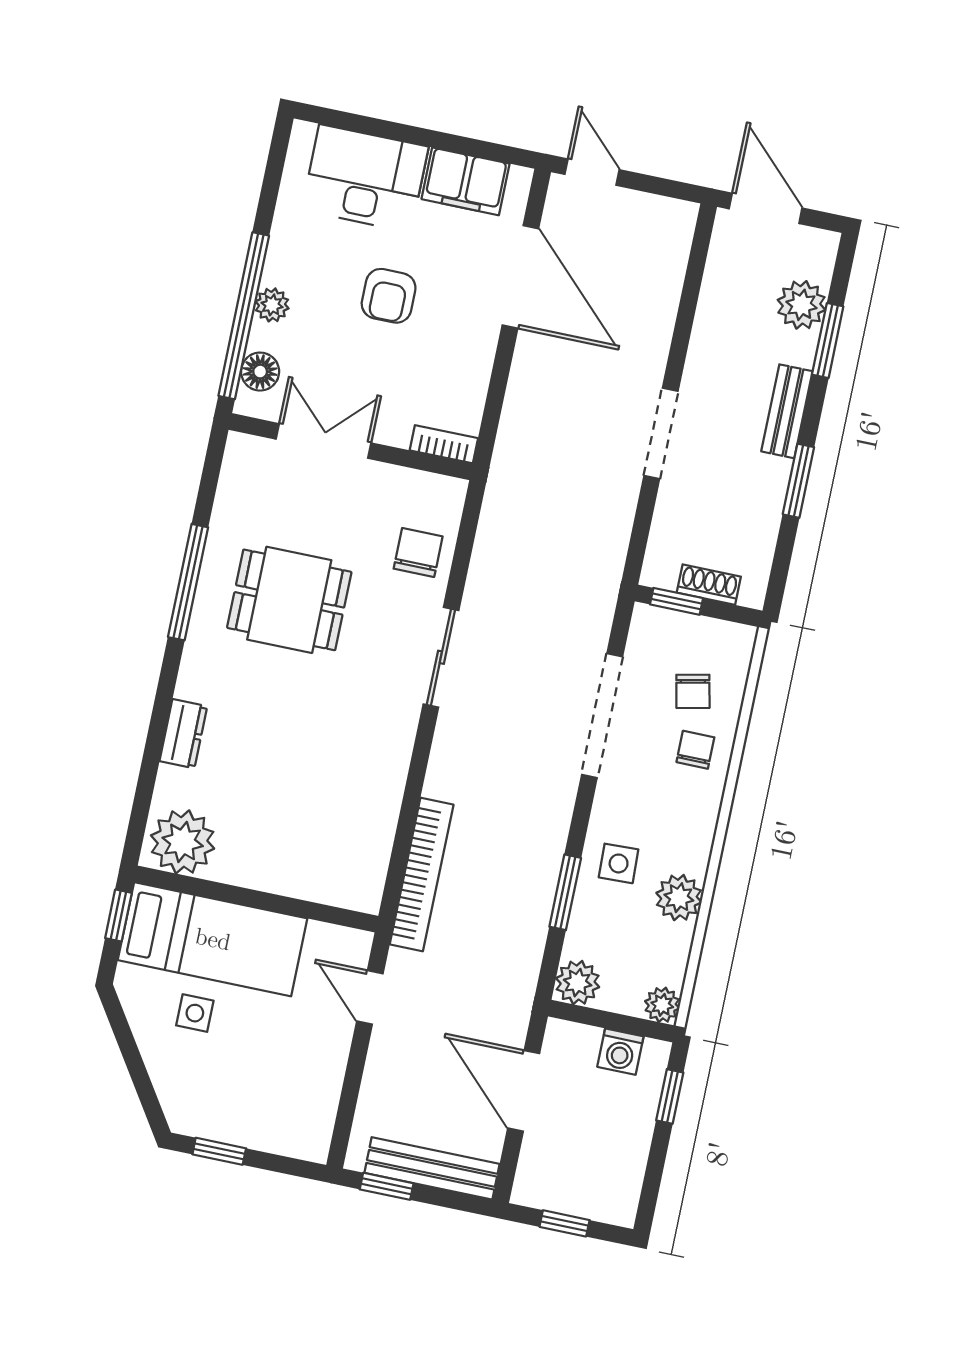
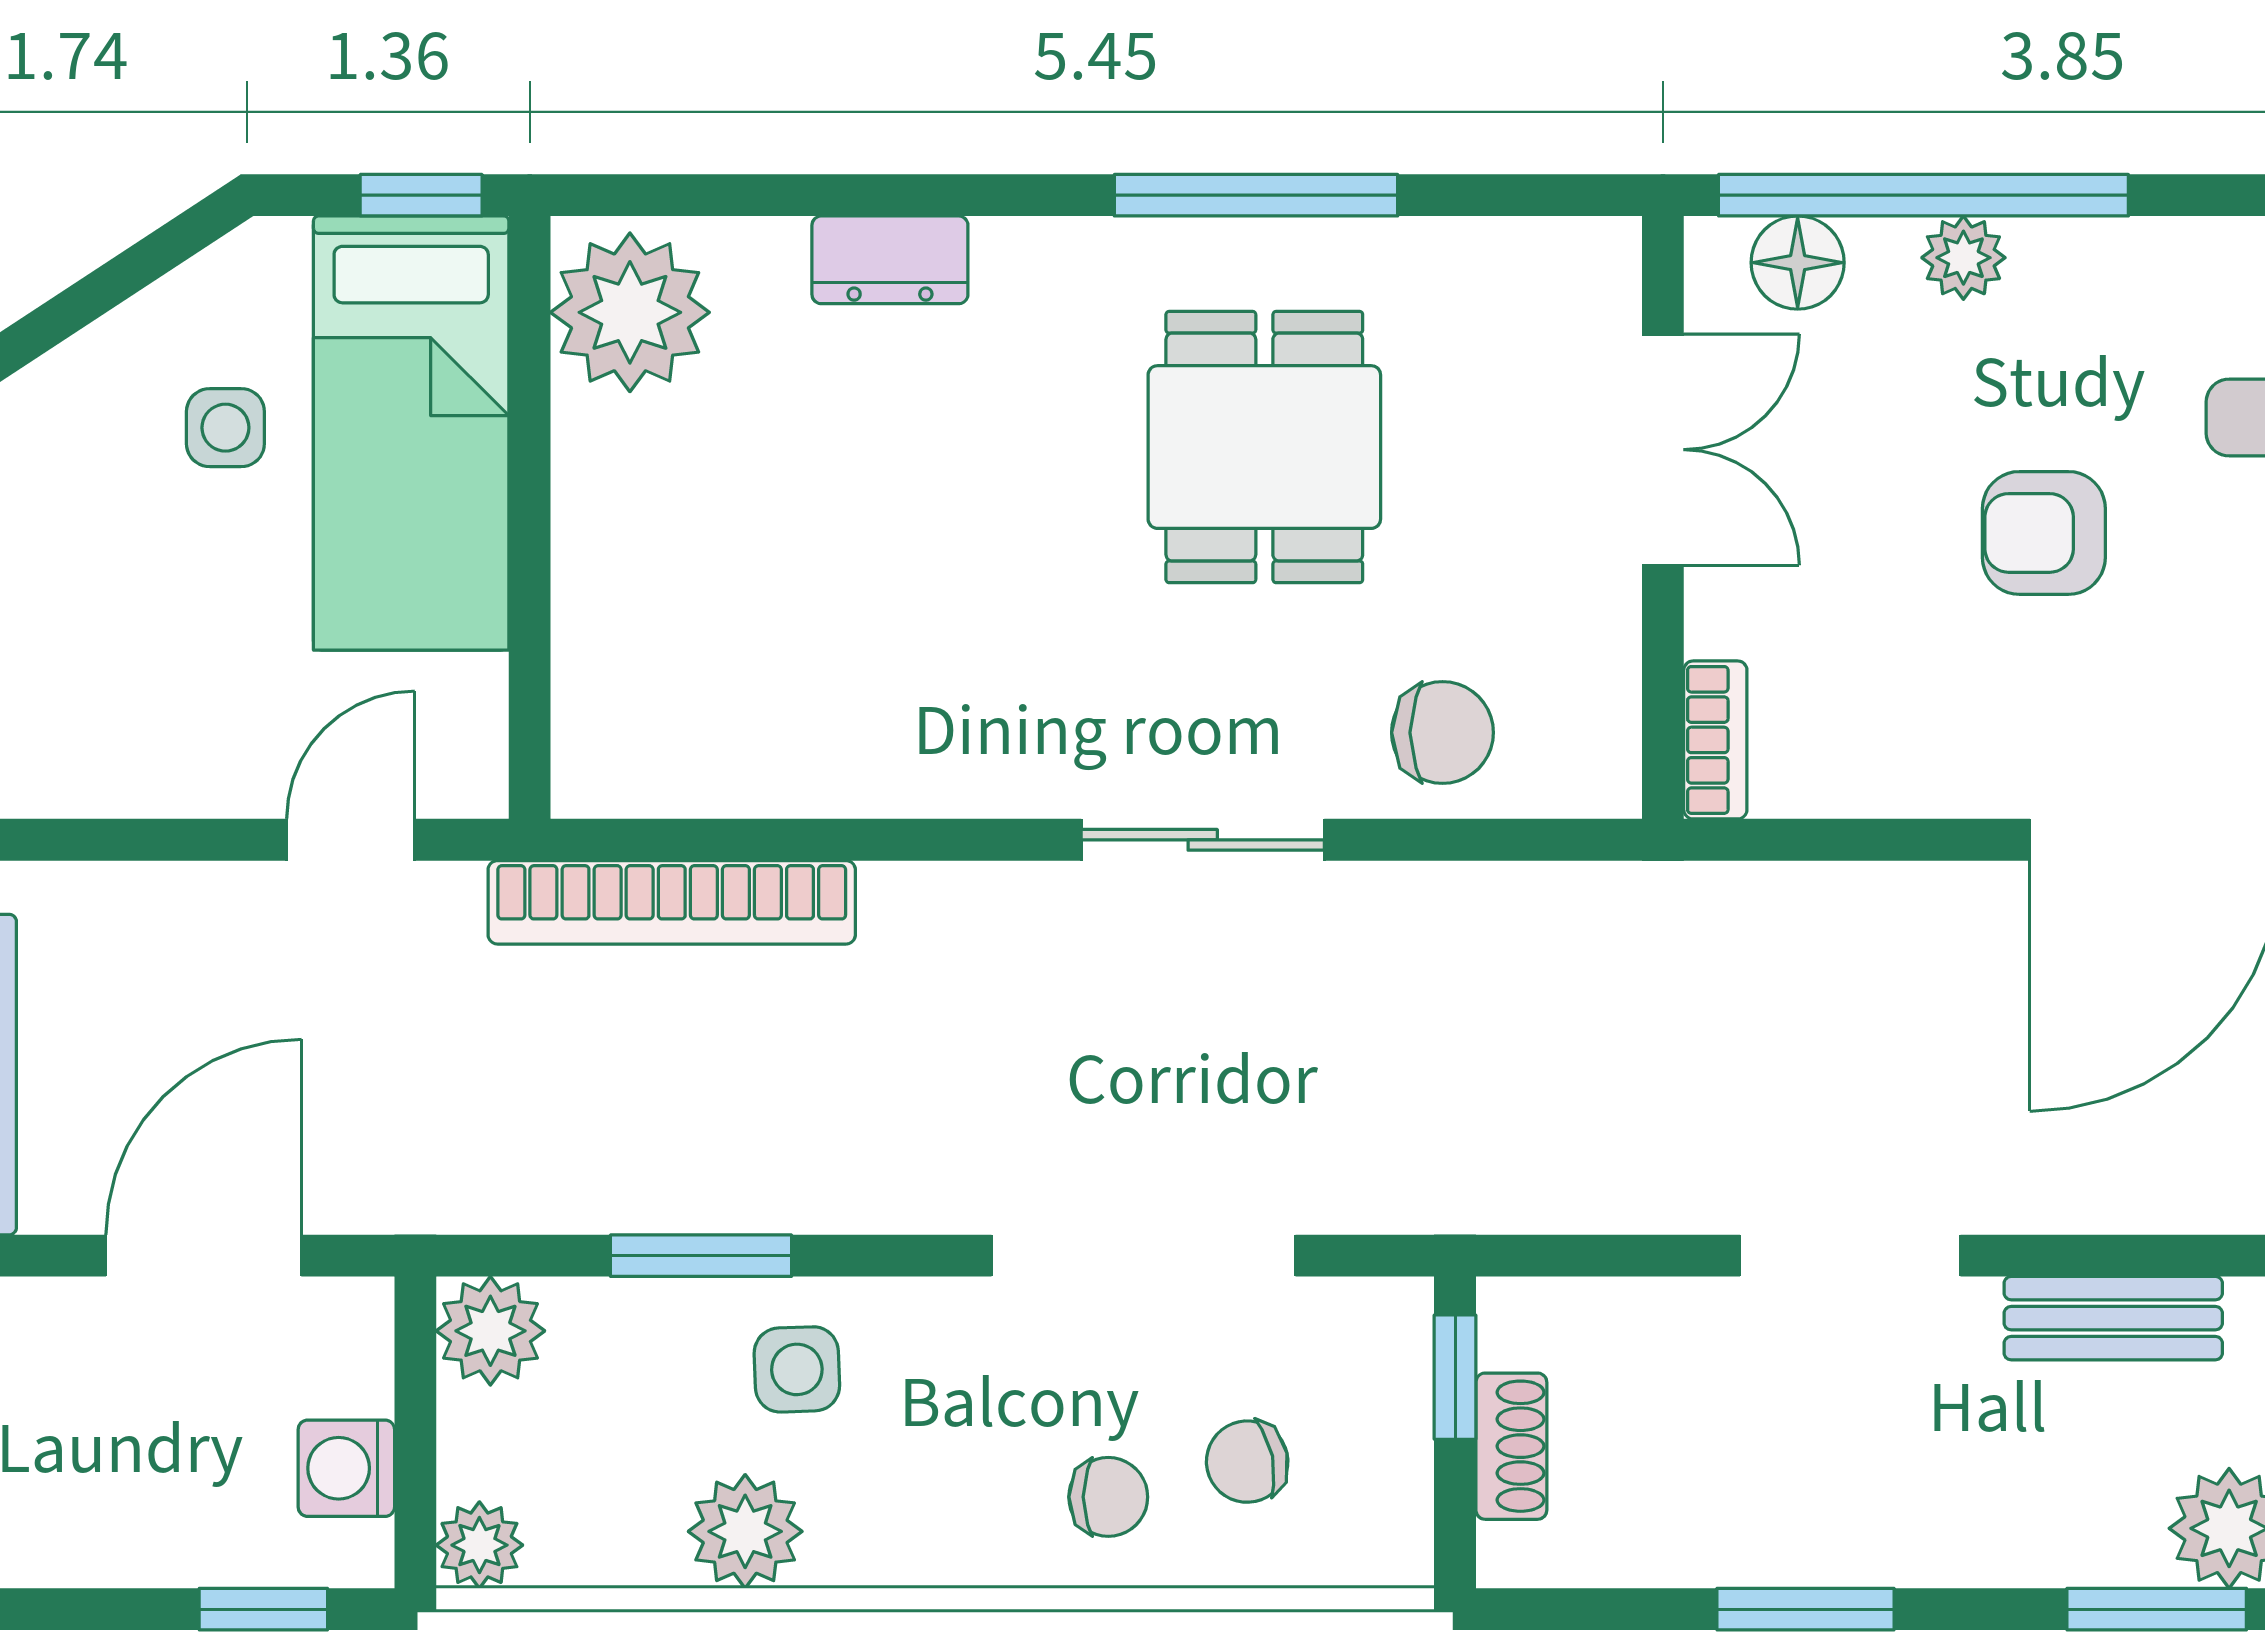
bench: (787, 411) -> (2113, 1318), moved

